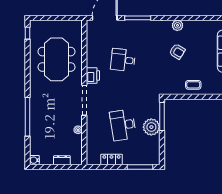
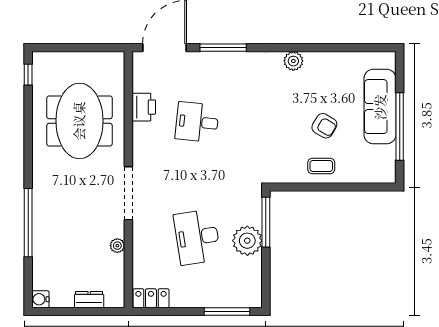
armchair: (177, 51) -> (324, 126), moved
printer: (93, 76) -> (144, 107), moved
locker: (111, 160) -> (151, 298), moved

